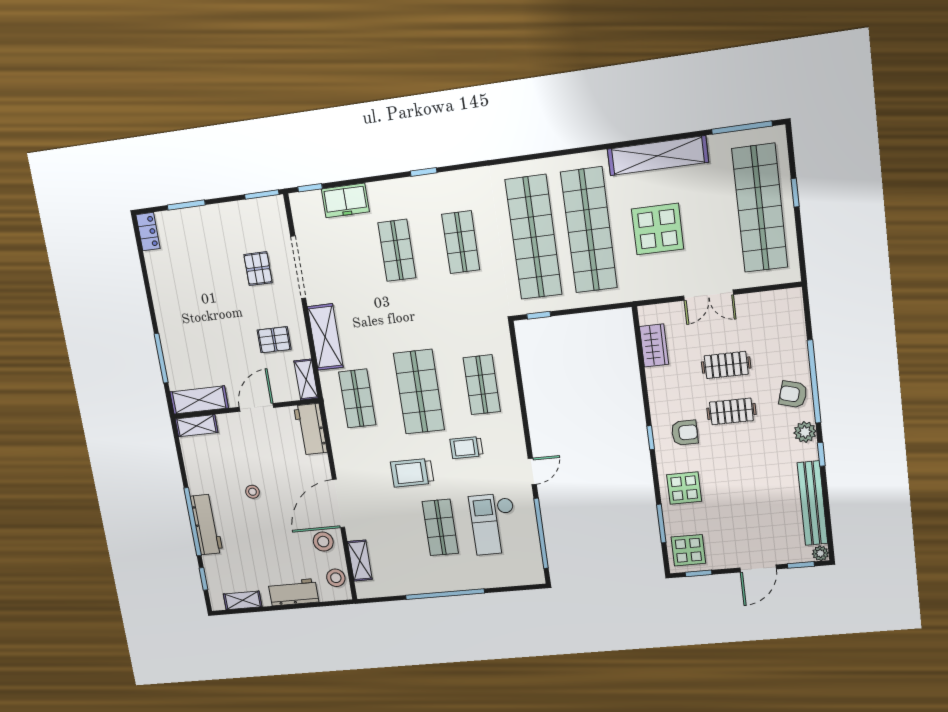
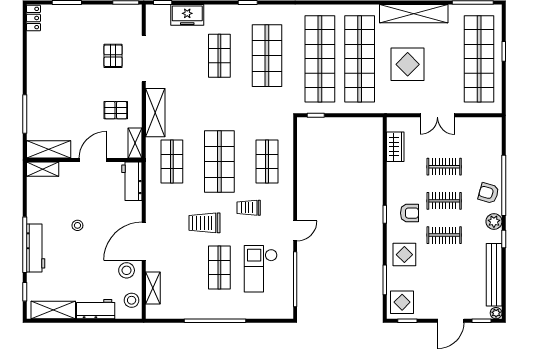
shop shelf: (461, 242) -> (267, 56), width x1.43, depth x1.36
clothes rail: (737, 457) -> (444, 235), added
shelving: (243, 600) -> (53, 310), width x1.50, depth x1.33

